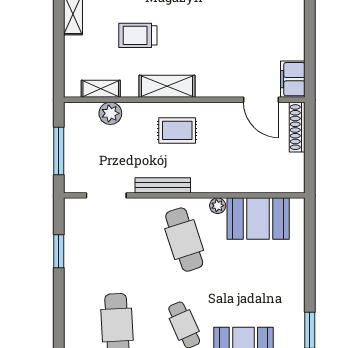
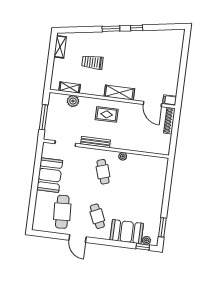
filing cabinet: (293, 79) -> (170, 100), width x0.50
shelving: (167, 86) -> (119, 93), moved
booth: (258, 219) -> (50, 175), moved, turned 90
cafe table: (184, 240) -> (103, 172), width x0.73, depth x0.74
window: (59, 251) -> (37, 169), removed

